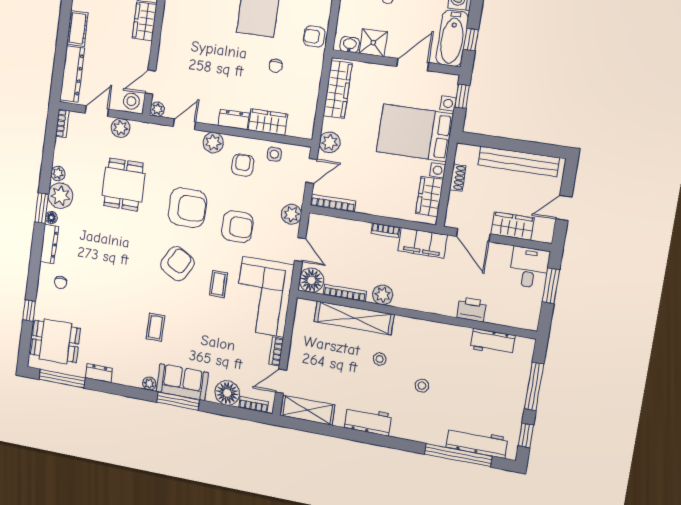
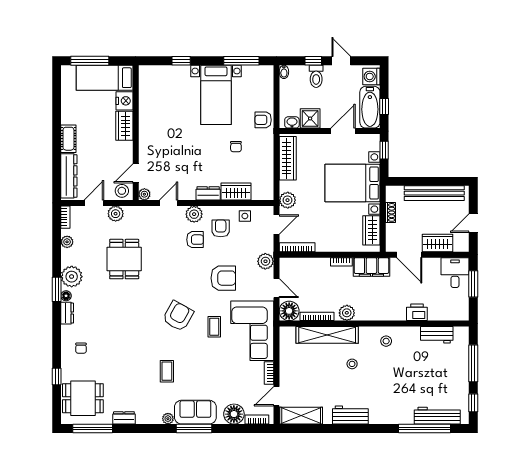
plant: (58, 173) -> (67, 242), moved
armchair: (187, 208) -> (195, 240), moved, width x0.53, depth x0.53
dresser: (49, 244) -> (67, 313), width x0.70
stool: (422, 386) -> (386, 341), moved

